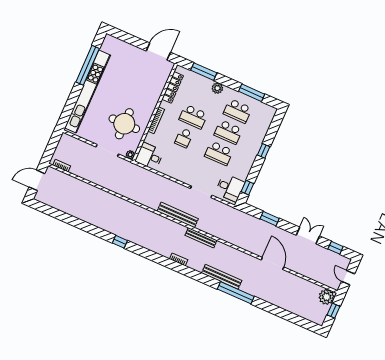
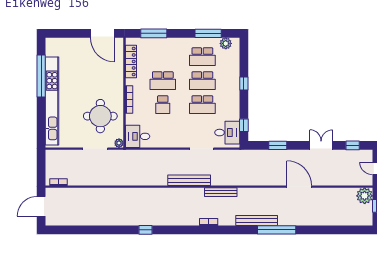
door: (158, 52) -> (102, 33), swing flipped
plant: (217, 88) -> (226, 43), moved

